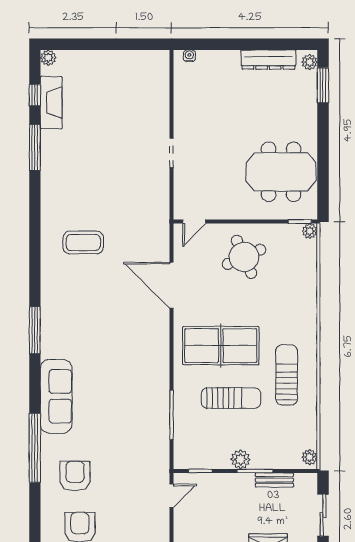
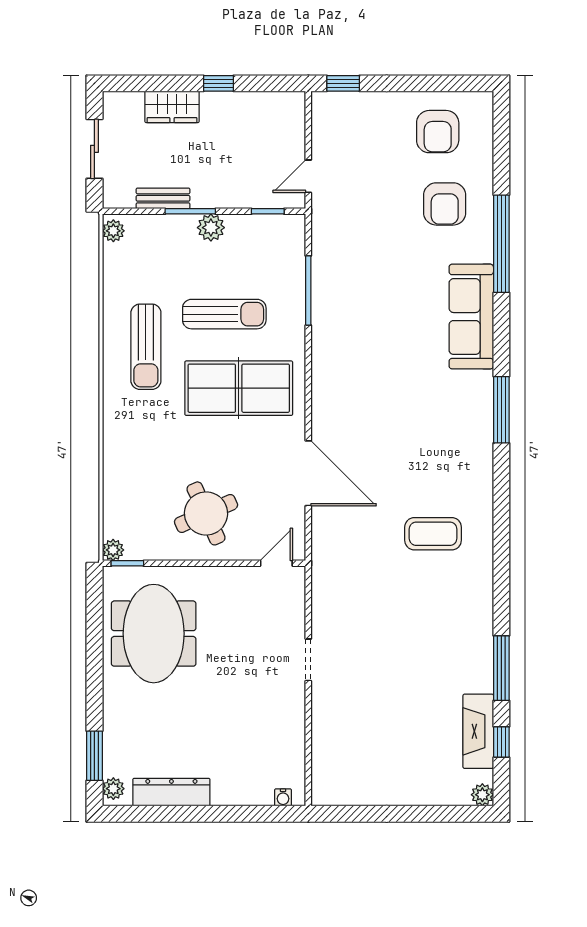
meeting table: (281, 172) -> (154, 634), turned 90
sun lounger: (231, 398) -> (224, 314), turned 180

